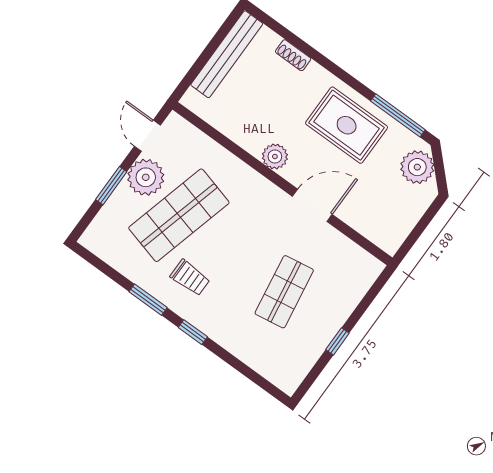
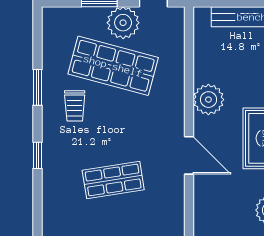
plant: (275, 156) -> (208, 100), width x1.36, depth x1.36
window: (193, 332) -> (37, 155), moved

